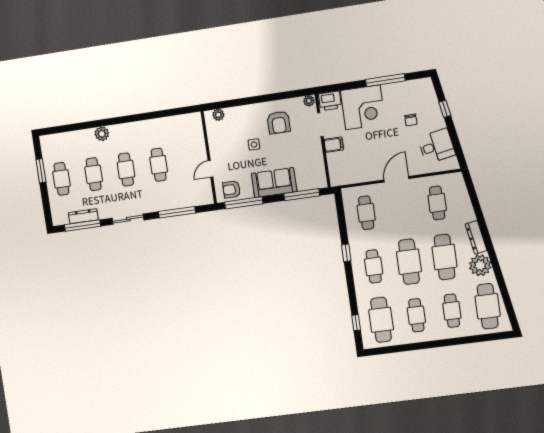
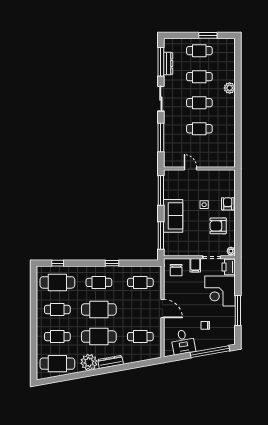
window: (445, 109) -> (210, 352), width x3.17
plant: (218, 115) -> (231, 181), removed
chair: (344, 169) -> (176, 270), added
armchair: (232, 189) -> (228, 204), moved

